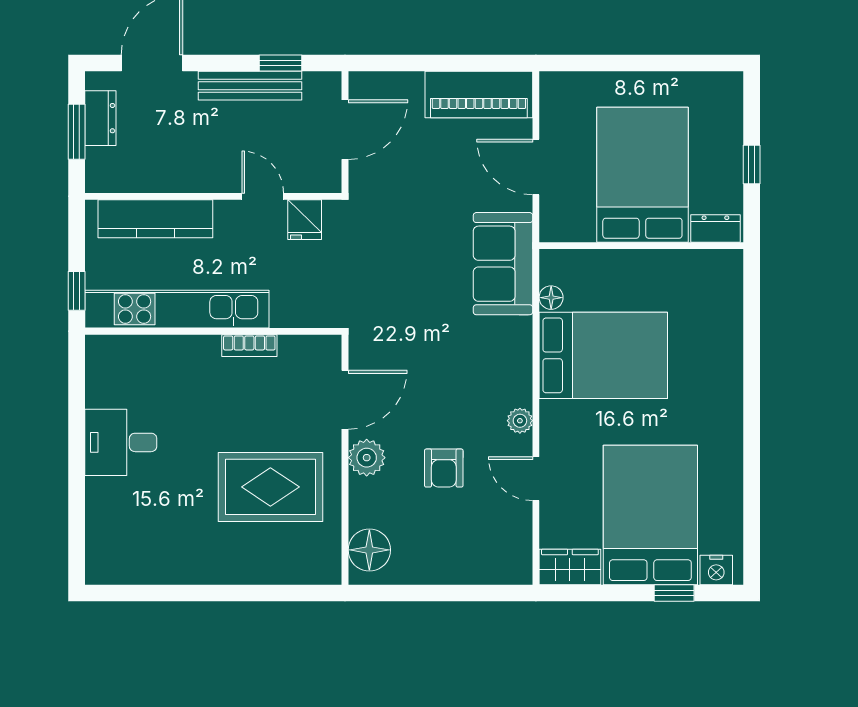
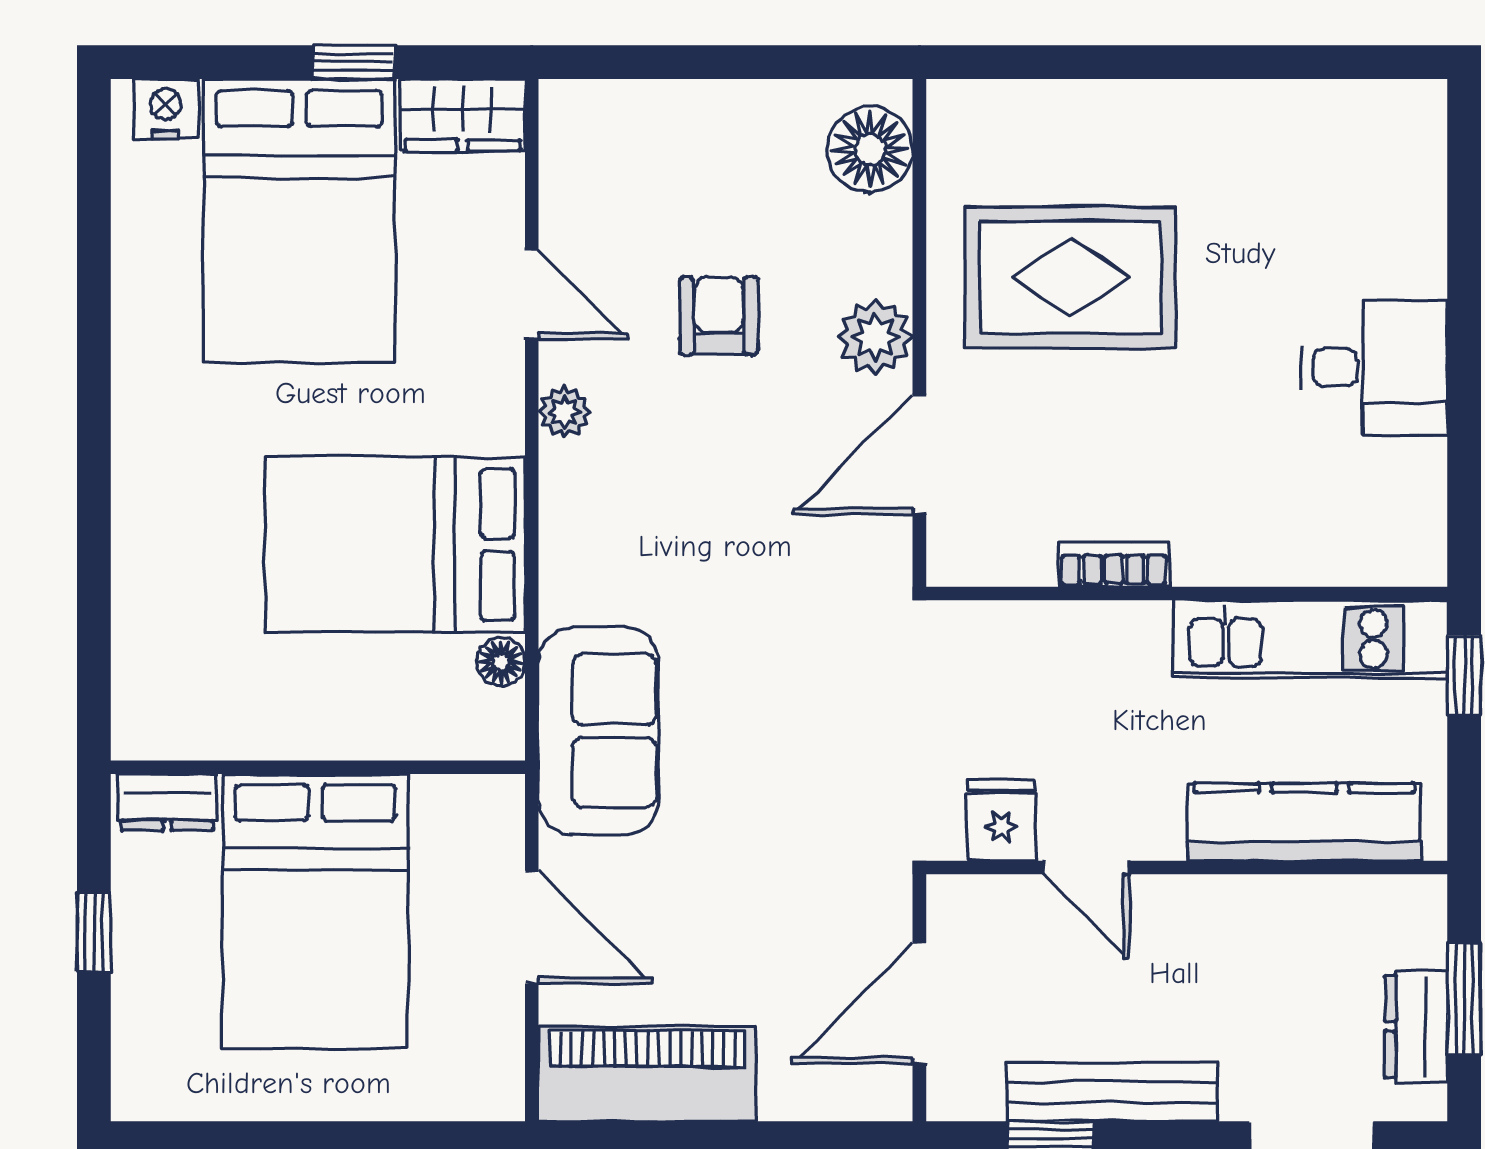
kitchen unit: (177, 309) -> (1311, 639), width x0.73
window: (674, 593) -> (353, 62), moved

